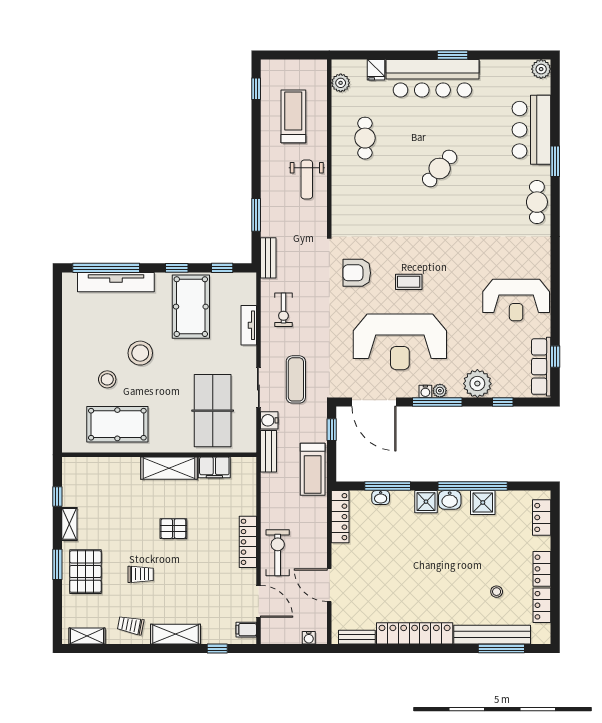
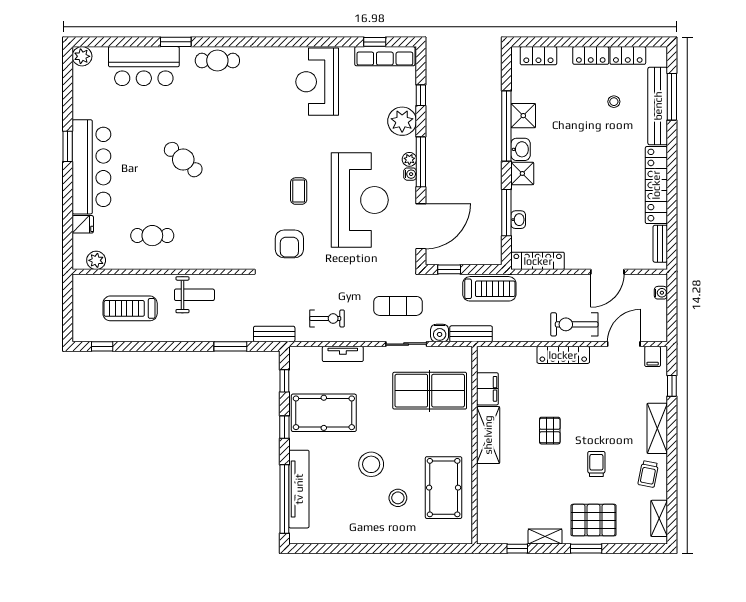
reception desk: (516, 300) -> (317, 82), turned 180

